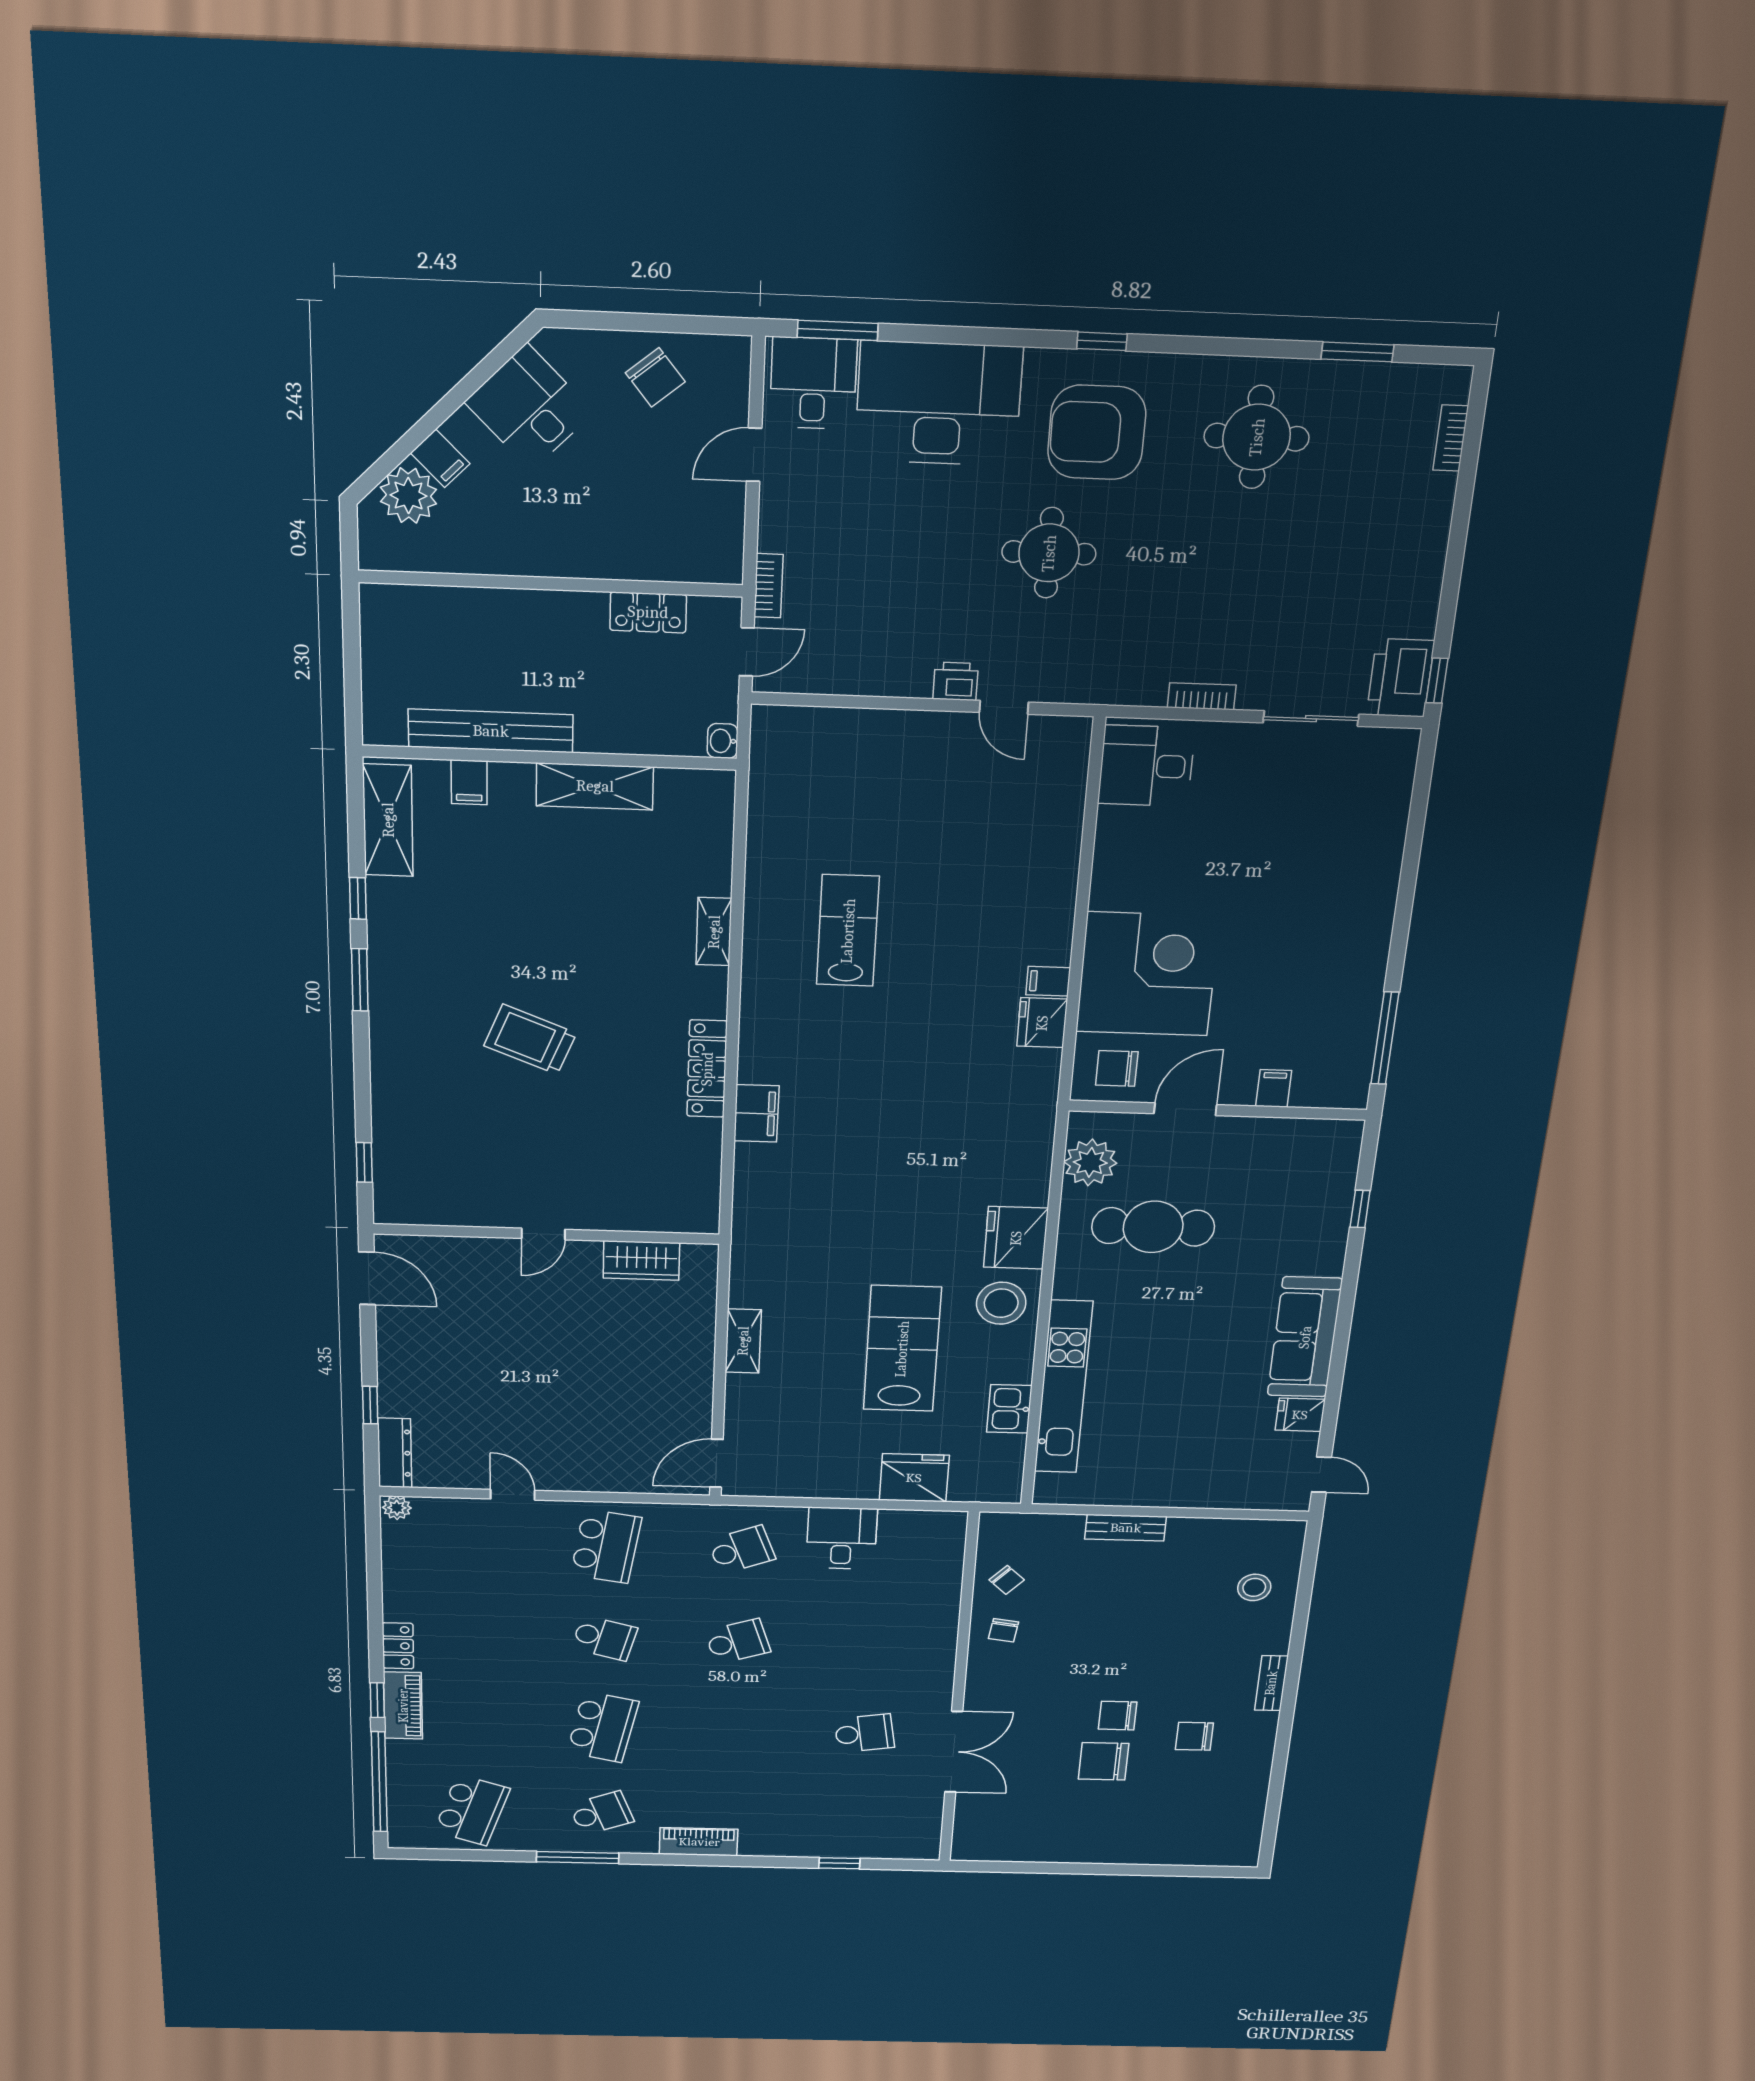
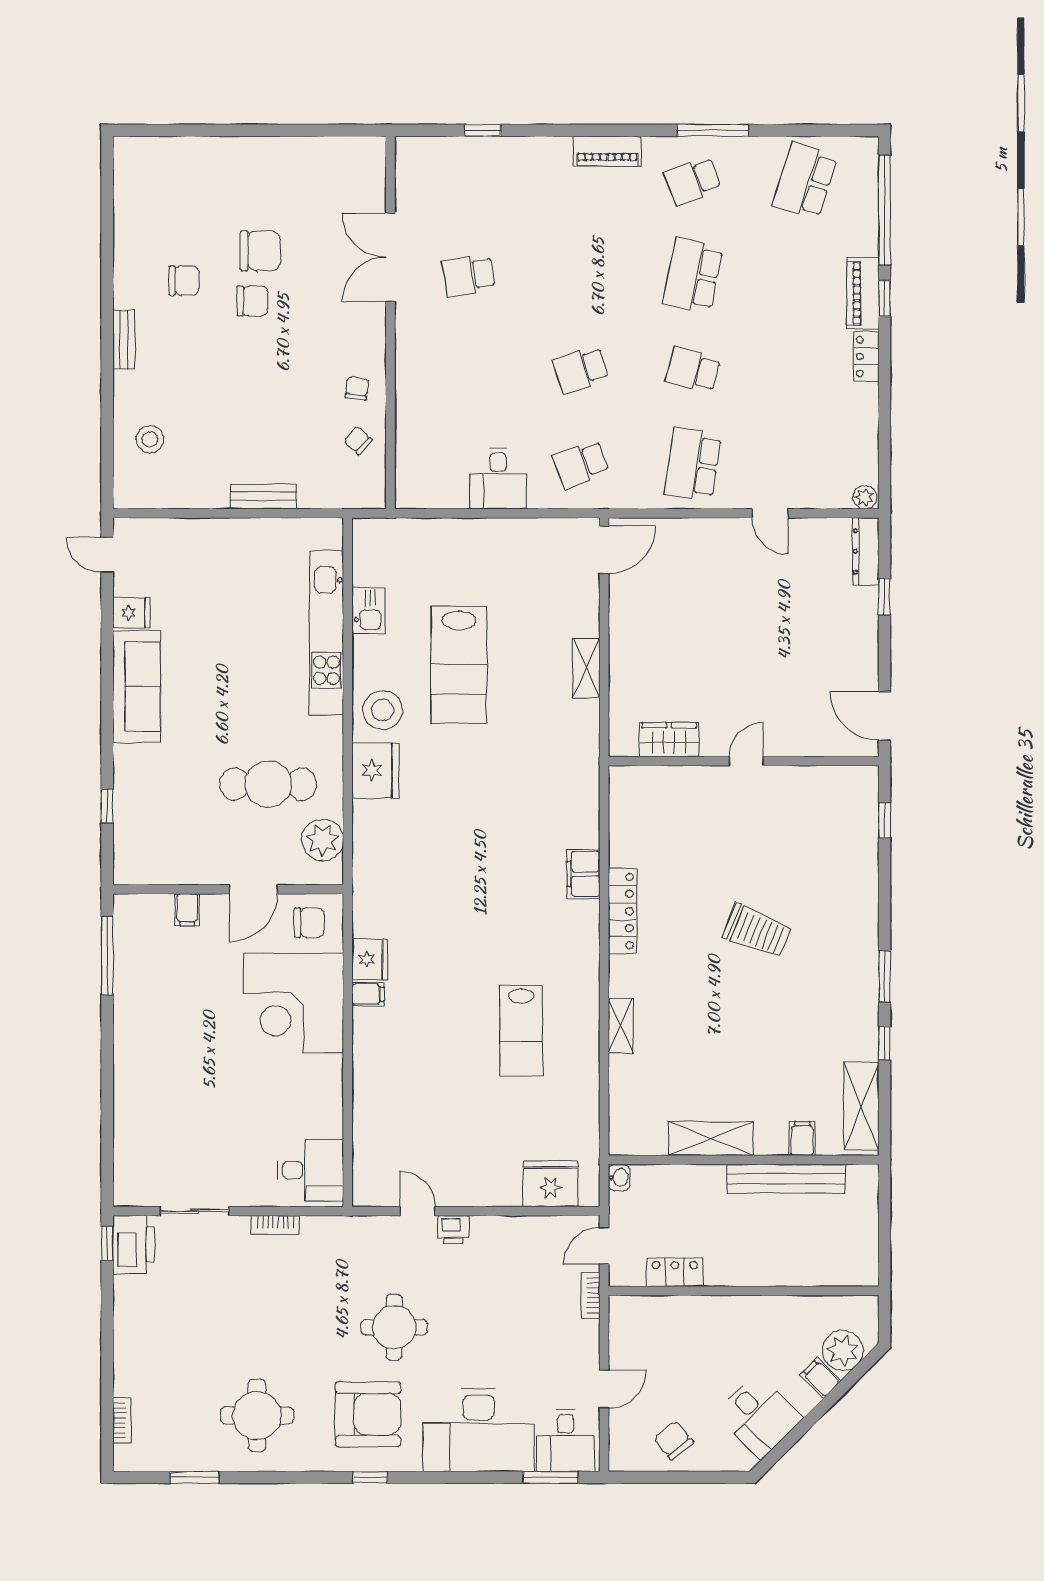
fridge: (914, 1478) -> (551, 1184), moved, turned 180

